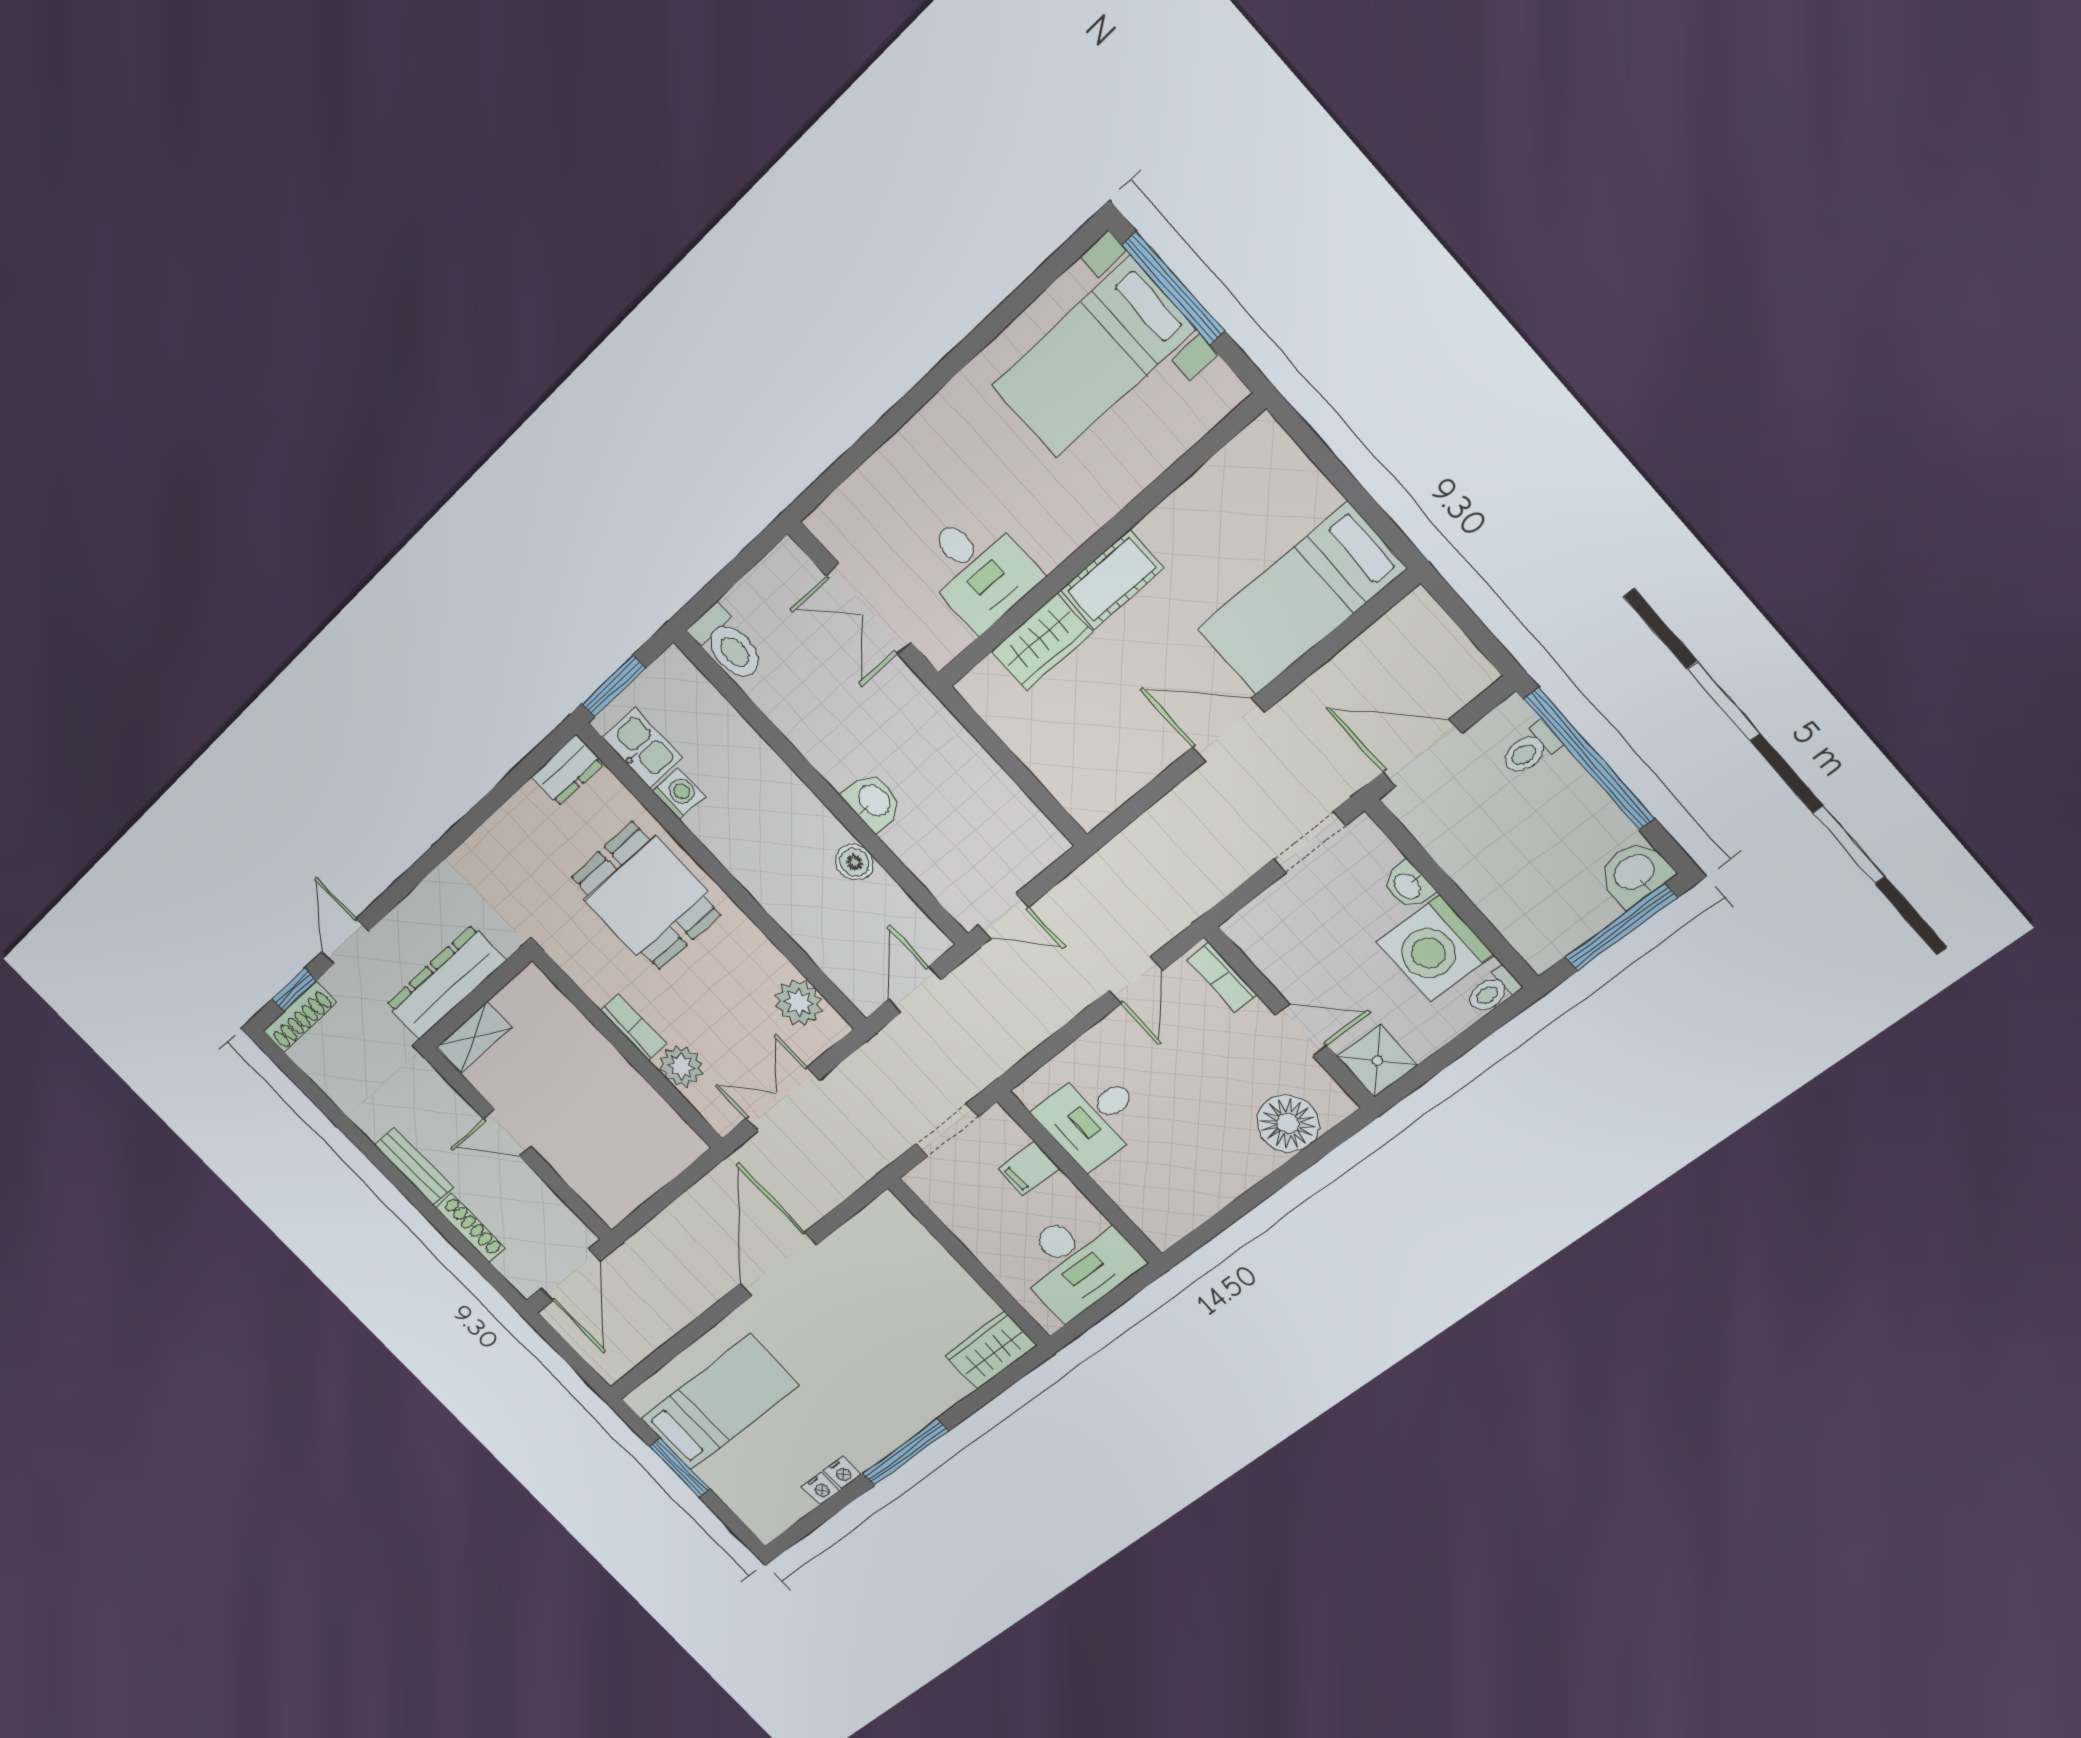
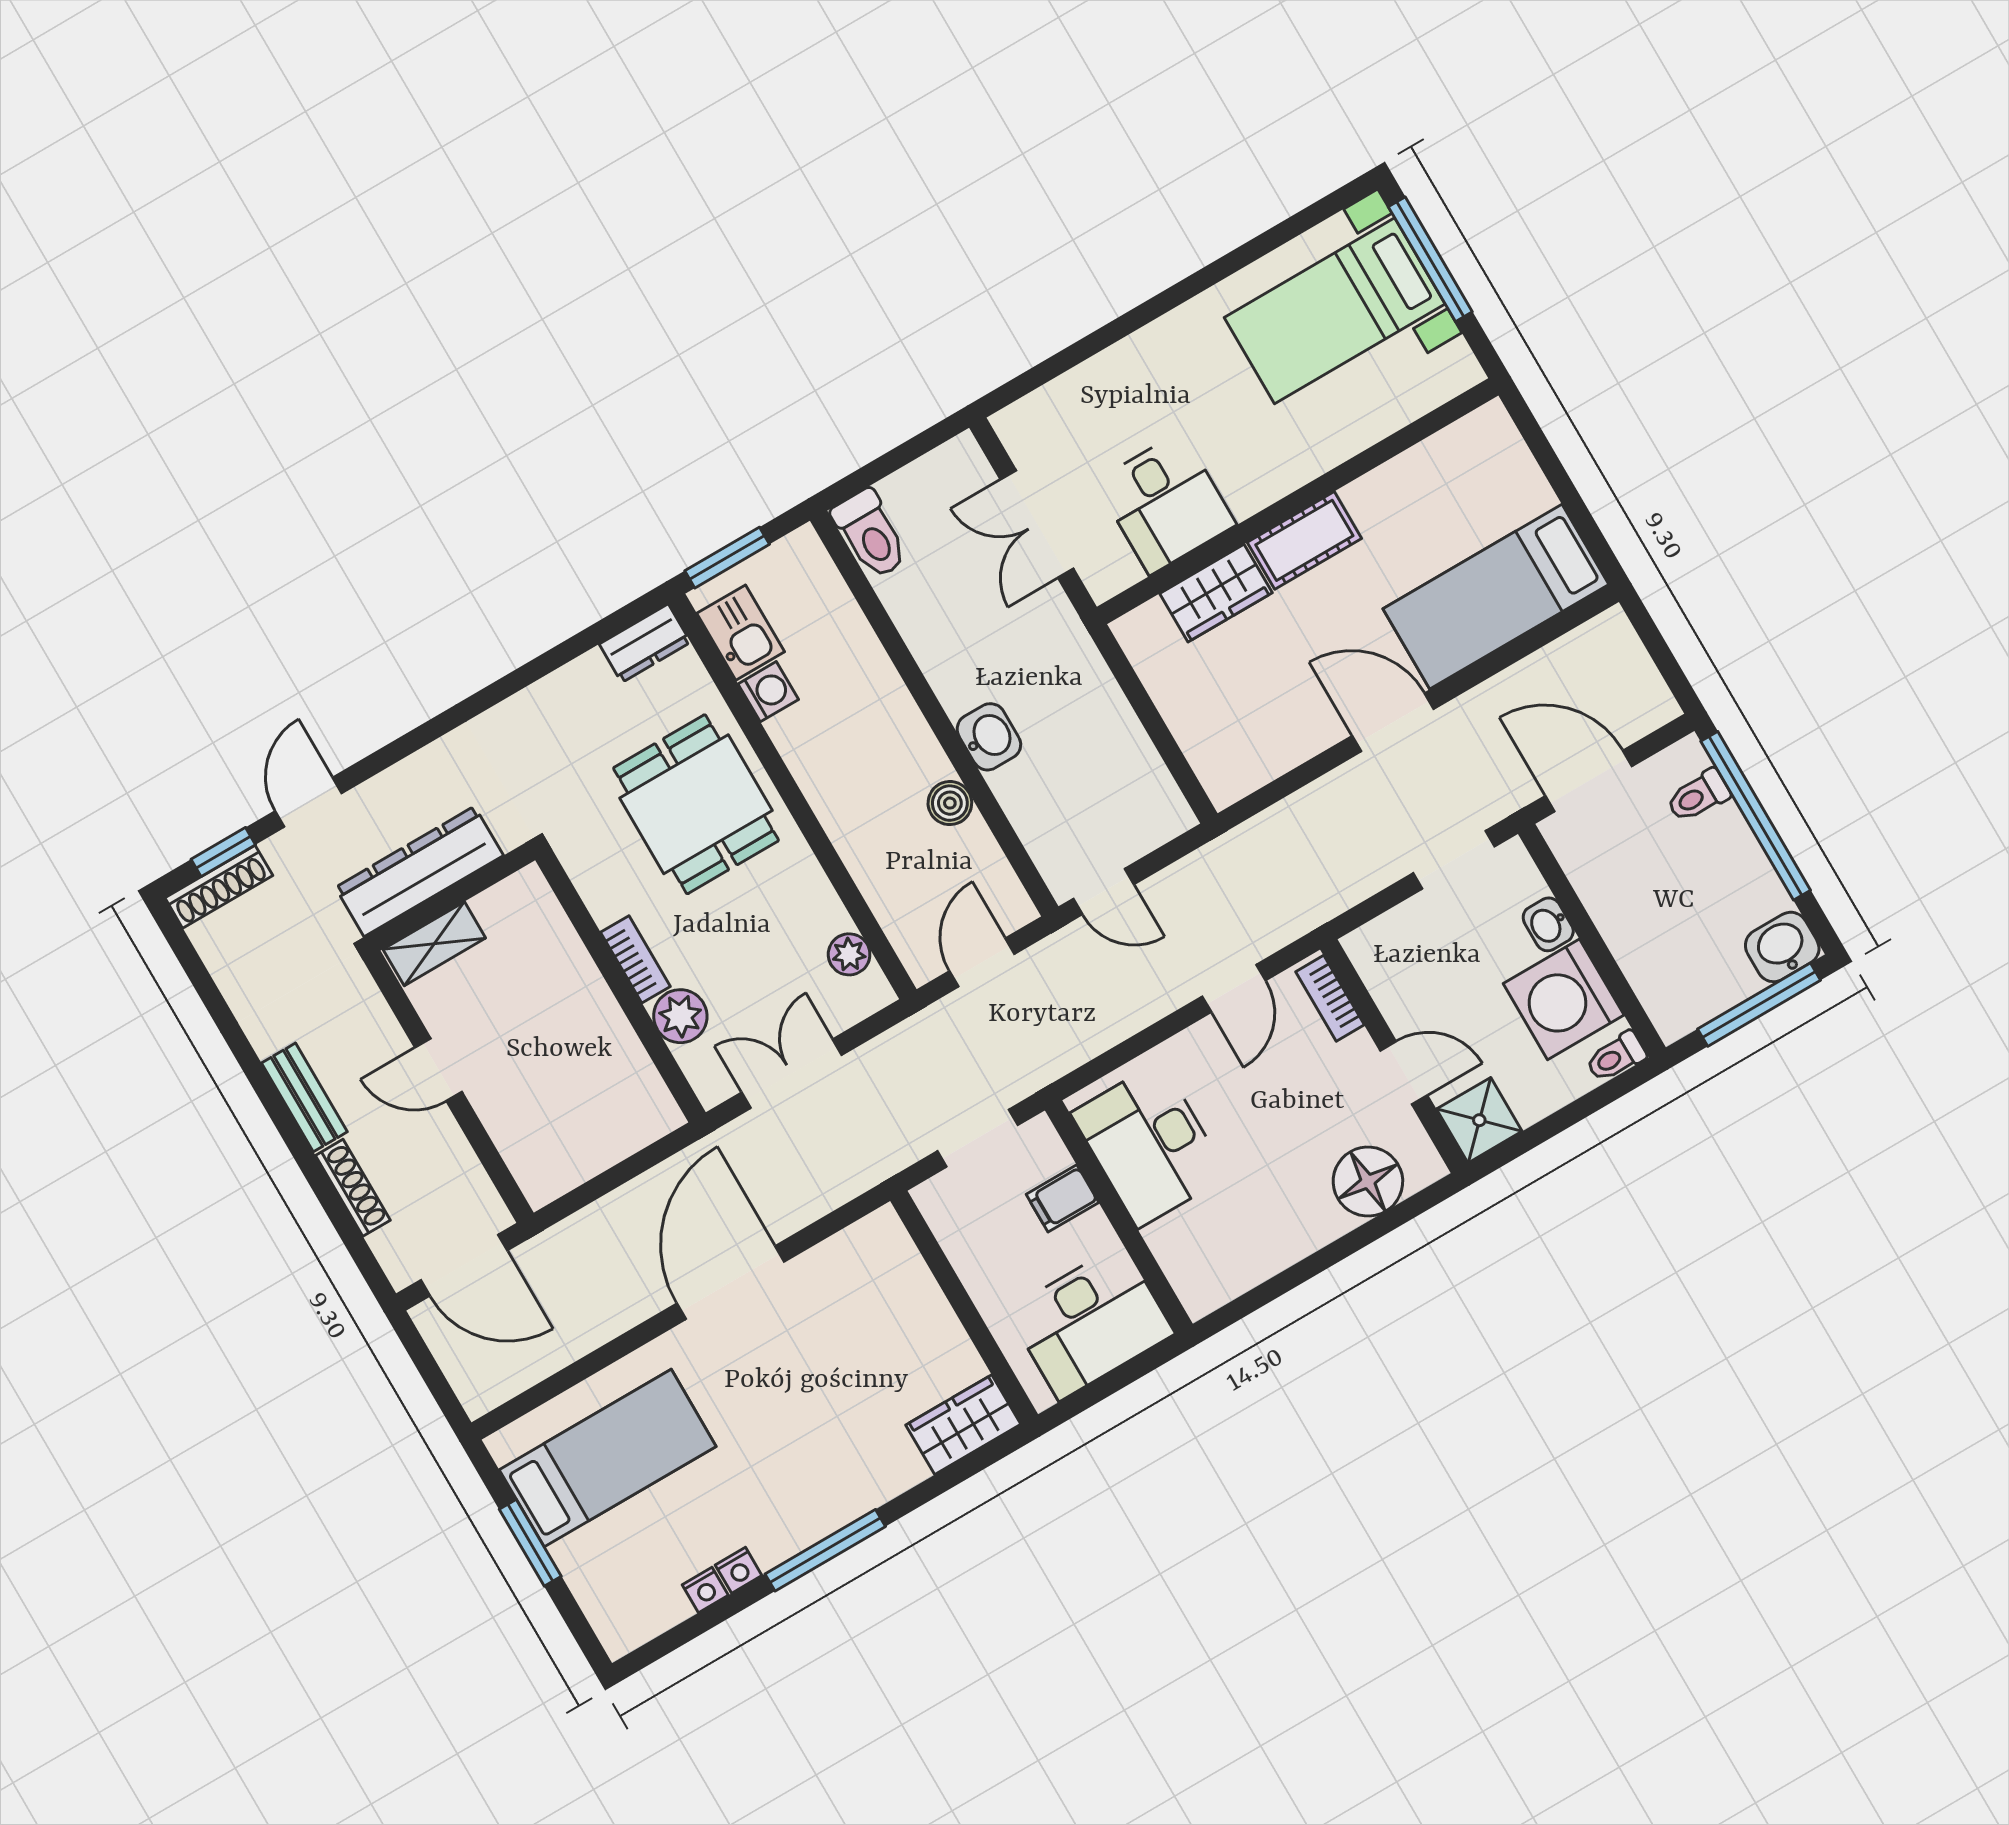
plant: (799, 1002) -> (849, 954), width x0.73, depth x0.73
desk: (1092, 1117) -> (1149, 1144), width x1.37
door: (570, 1275) -> (464, 1265), hinge flipped

